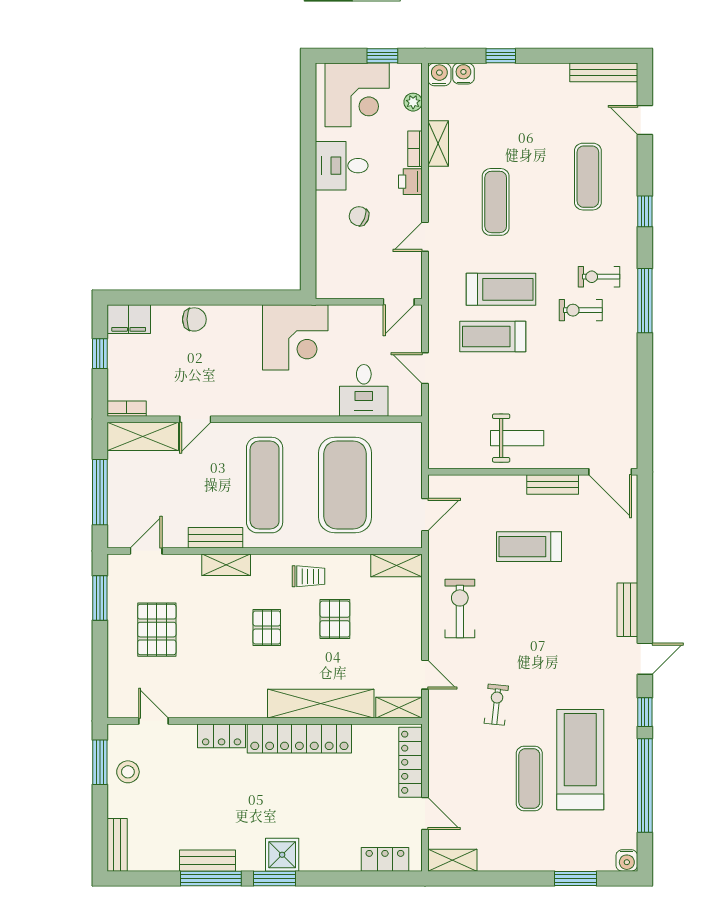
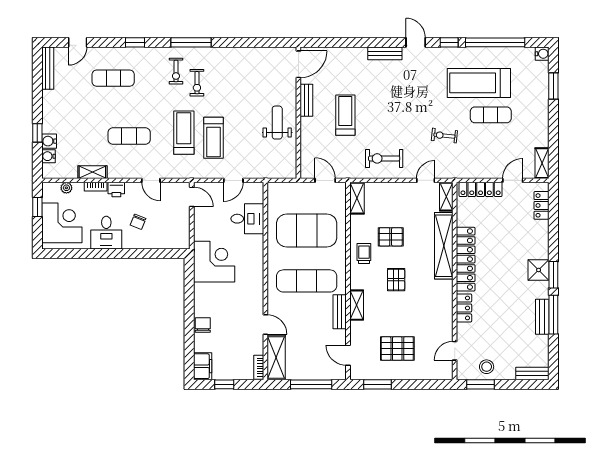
water cooler: (439, 74) -> (49, 141), moved
treadmill: (529, 547) -> (345, 115), turned 180
pallet: (267, 627) -> (396, 280), turned 90

